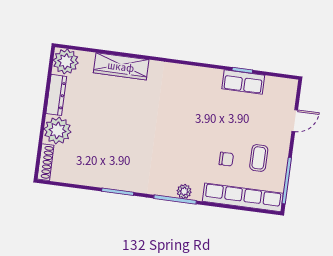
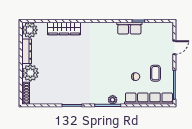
row of seats: (243, 82) -> (129, 28), moved

